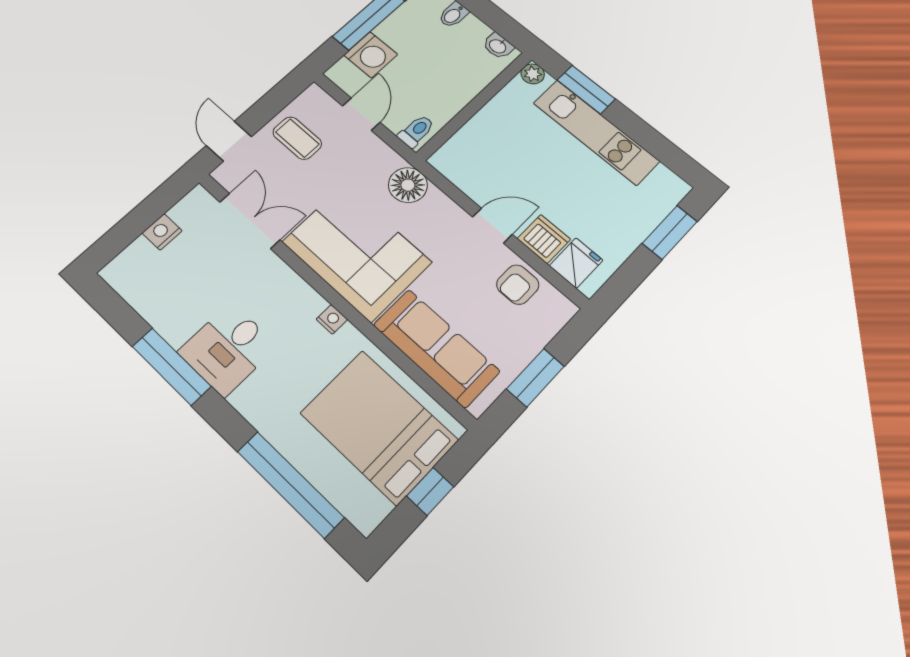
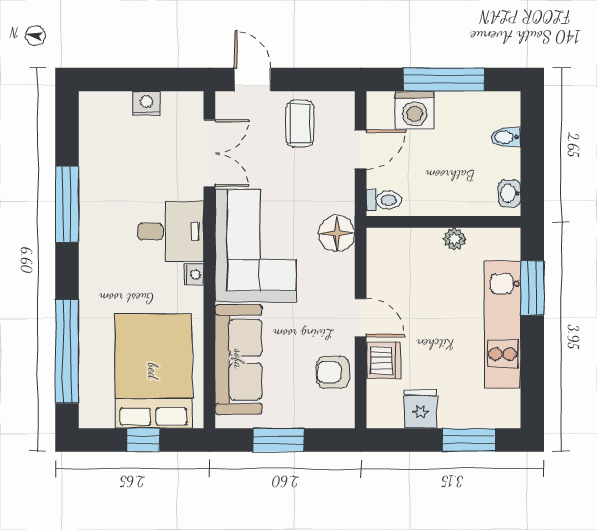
plant: (533, 74) -> (455, 239), moved
door: (229, 141) -> (253, 79), hinge flipped
fridge: (576, 263) -> (420, 409), moved, turned -90
desk: (228, 349) -> (171, 231), moved, turned 180

